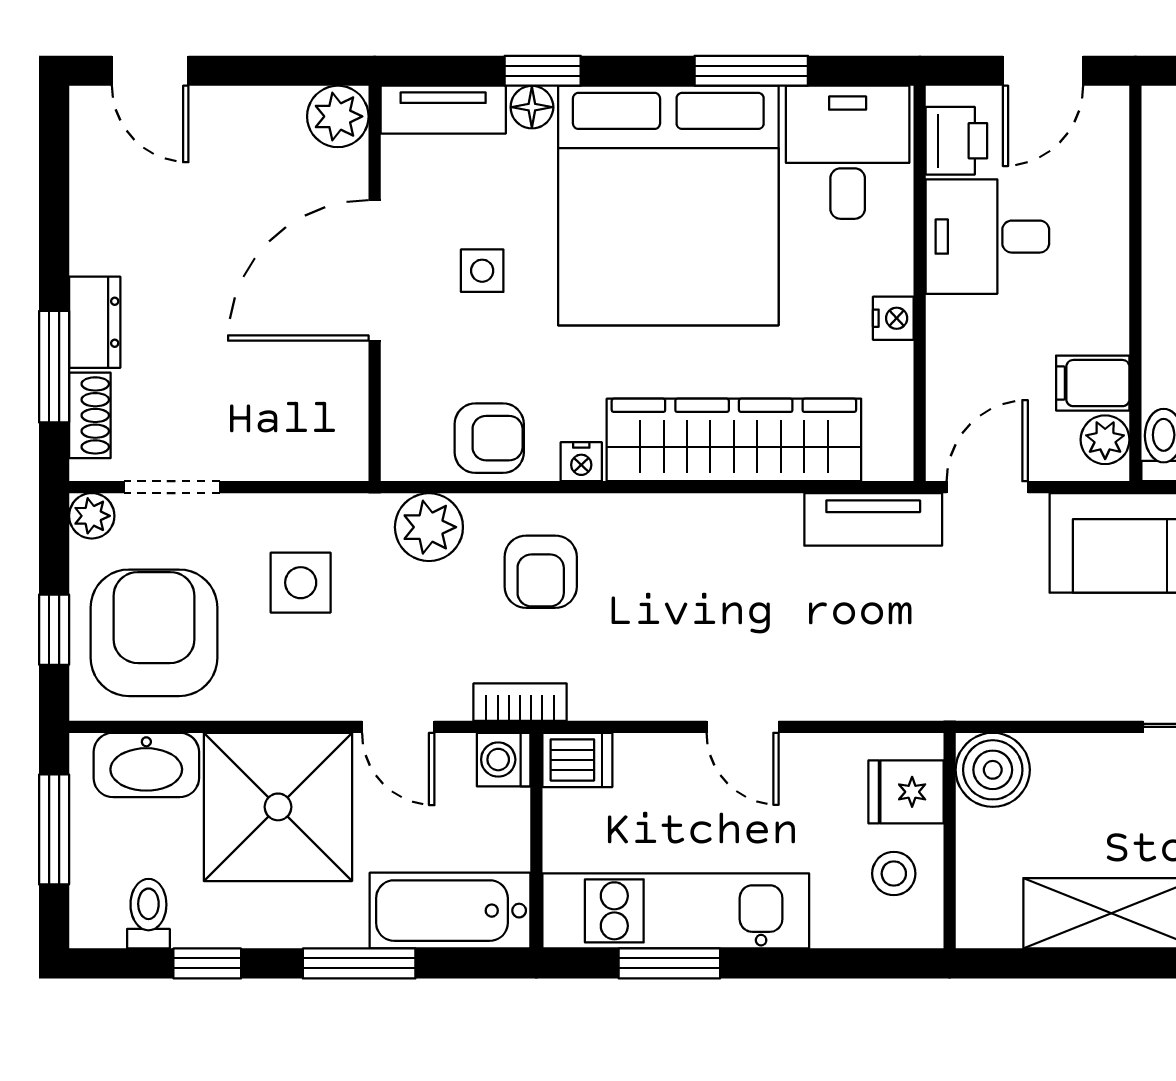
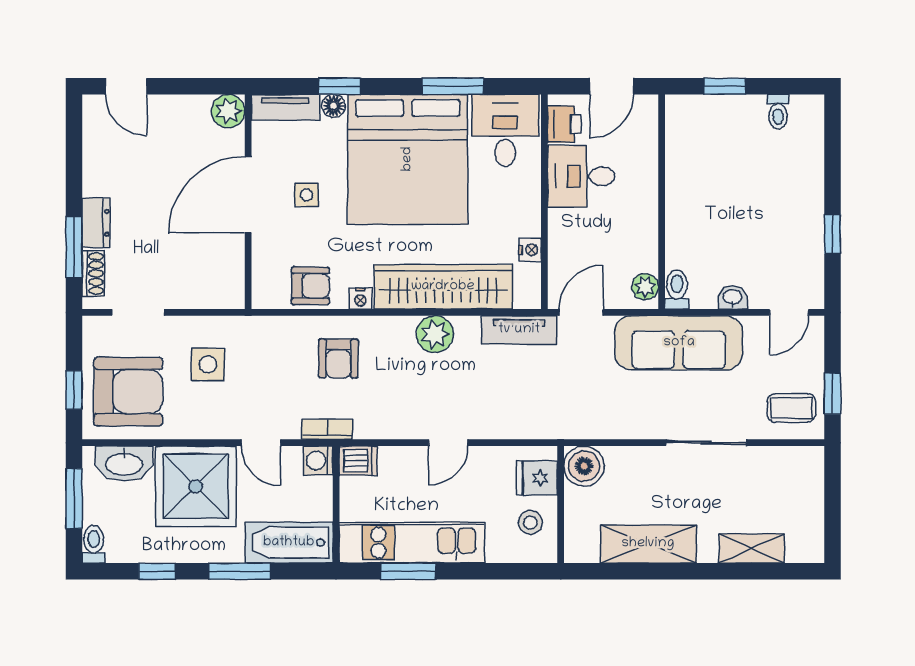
nightstand: (893, 318) -> (530, 250), moved
filing cabinet: (1093, 383) -> (638, 256), removed
plant: (92, 516) -> (94, 328), removed
plant: (429, 527) -> (435, 334), moved
armchair: (154, 633) -> (128, 392), turned 90
door: (743, 727) -> (448, 443), hinge flipped
toilet: (148, 914) -> (94, 544), moved

